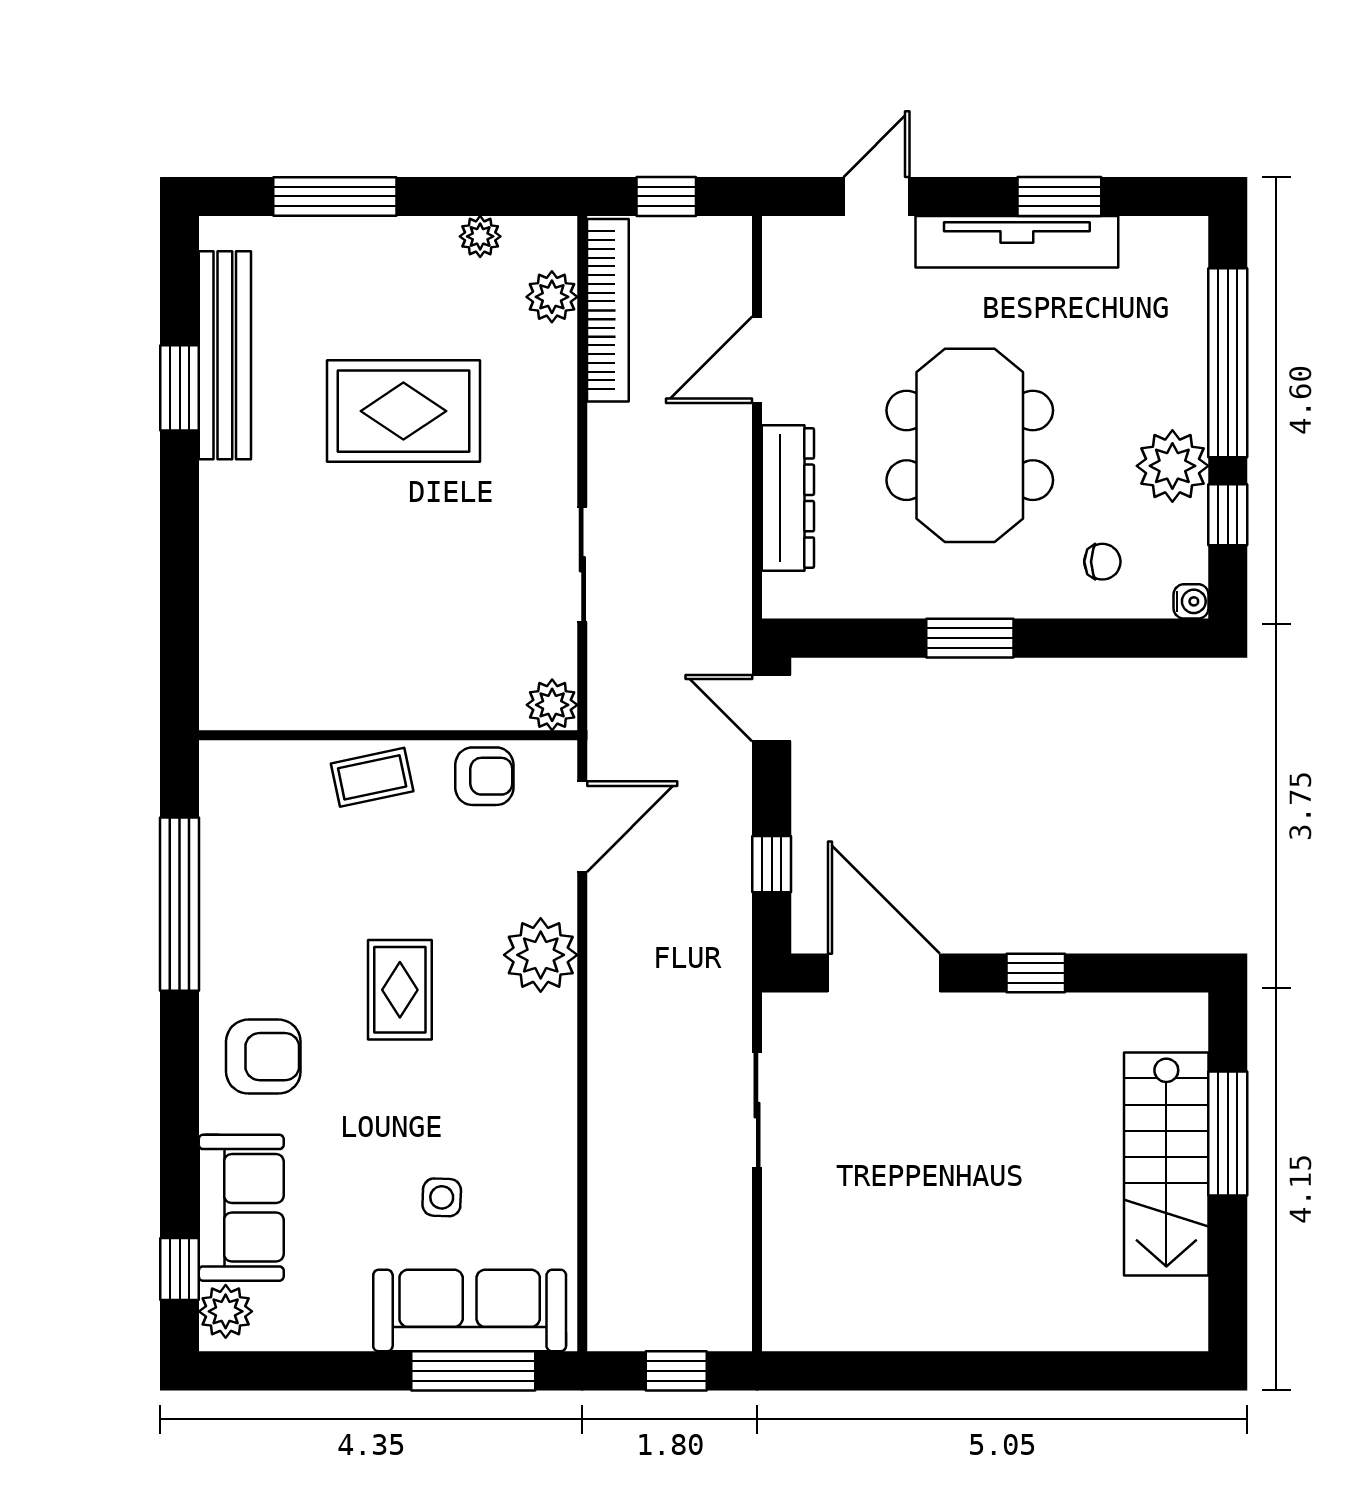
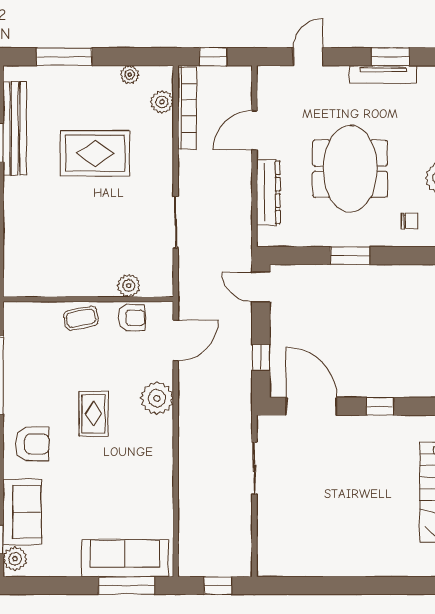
tv unit: (1017, 242) -> (383, 74), width x0.73, depth x0.78
plant: (552, 705) -> (129, 286), moved
side table: (442, 1197) -> (112, 507), removed

